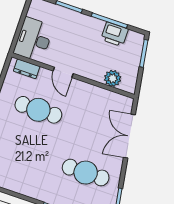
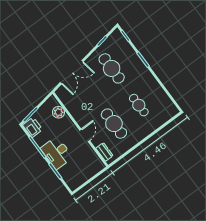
printer: (114, 34) -> (33, 127), moved
desk: (34, 40) -> (57, 153), moved, turned 90
cafe table: (24, 151) -> (139, 105), added

